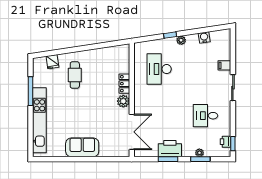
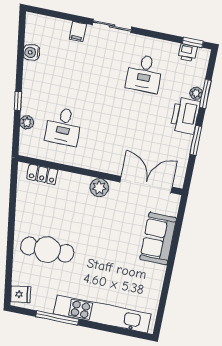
plant: (181, 40) -> (27, 122), moved
fridge: (52, 62) -> (21, 294), moved
desk: (159, 69) -> (64, 127), width x0.73
cafe table: (75, 75) -> (47, 250), width x1.37, depth x1.35
locker: (124, 84) -> (42, 174), moved
sofa: (82, 147) -> (158, 239), moved
printer: (170, 149) -> (185, 116), moved

